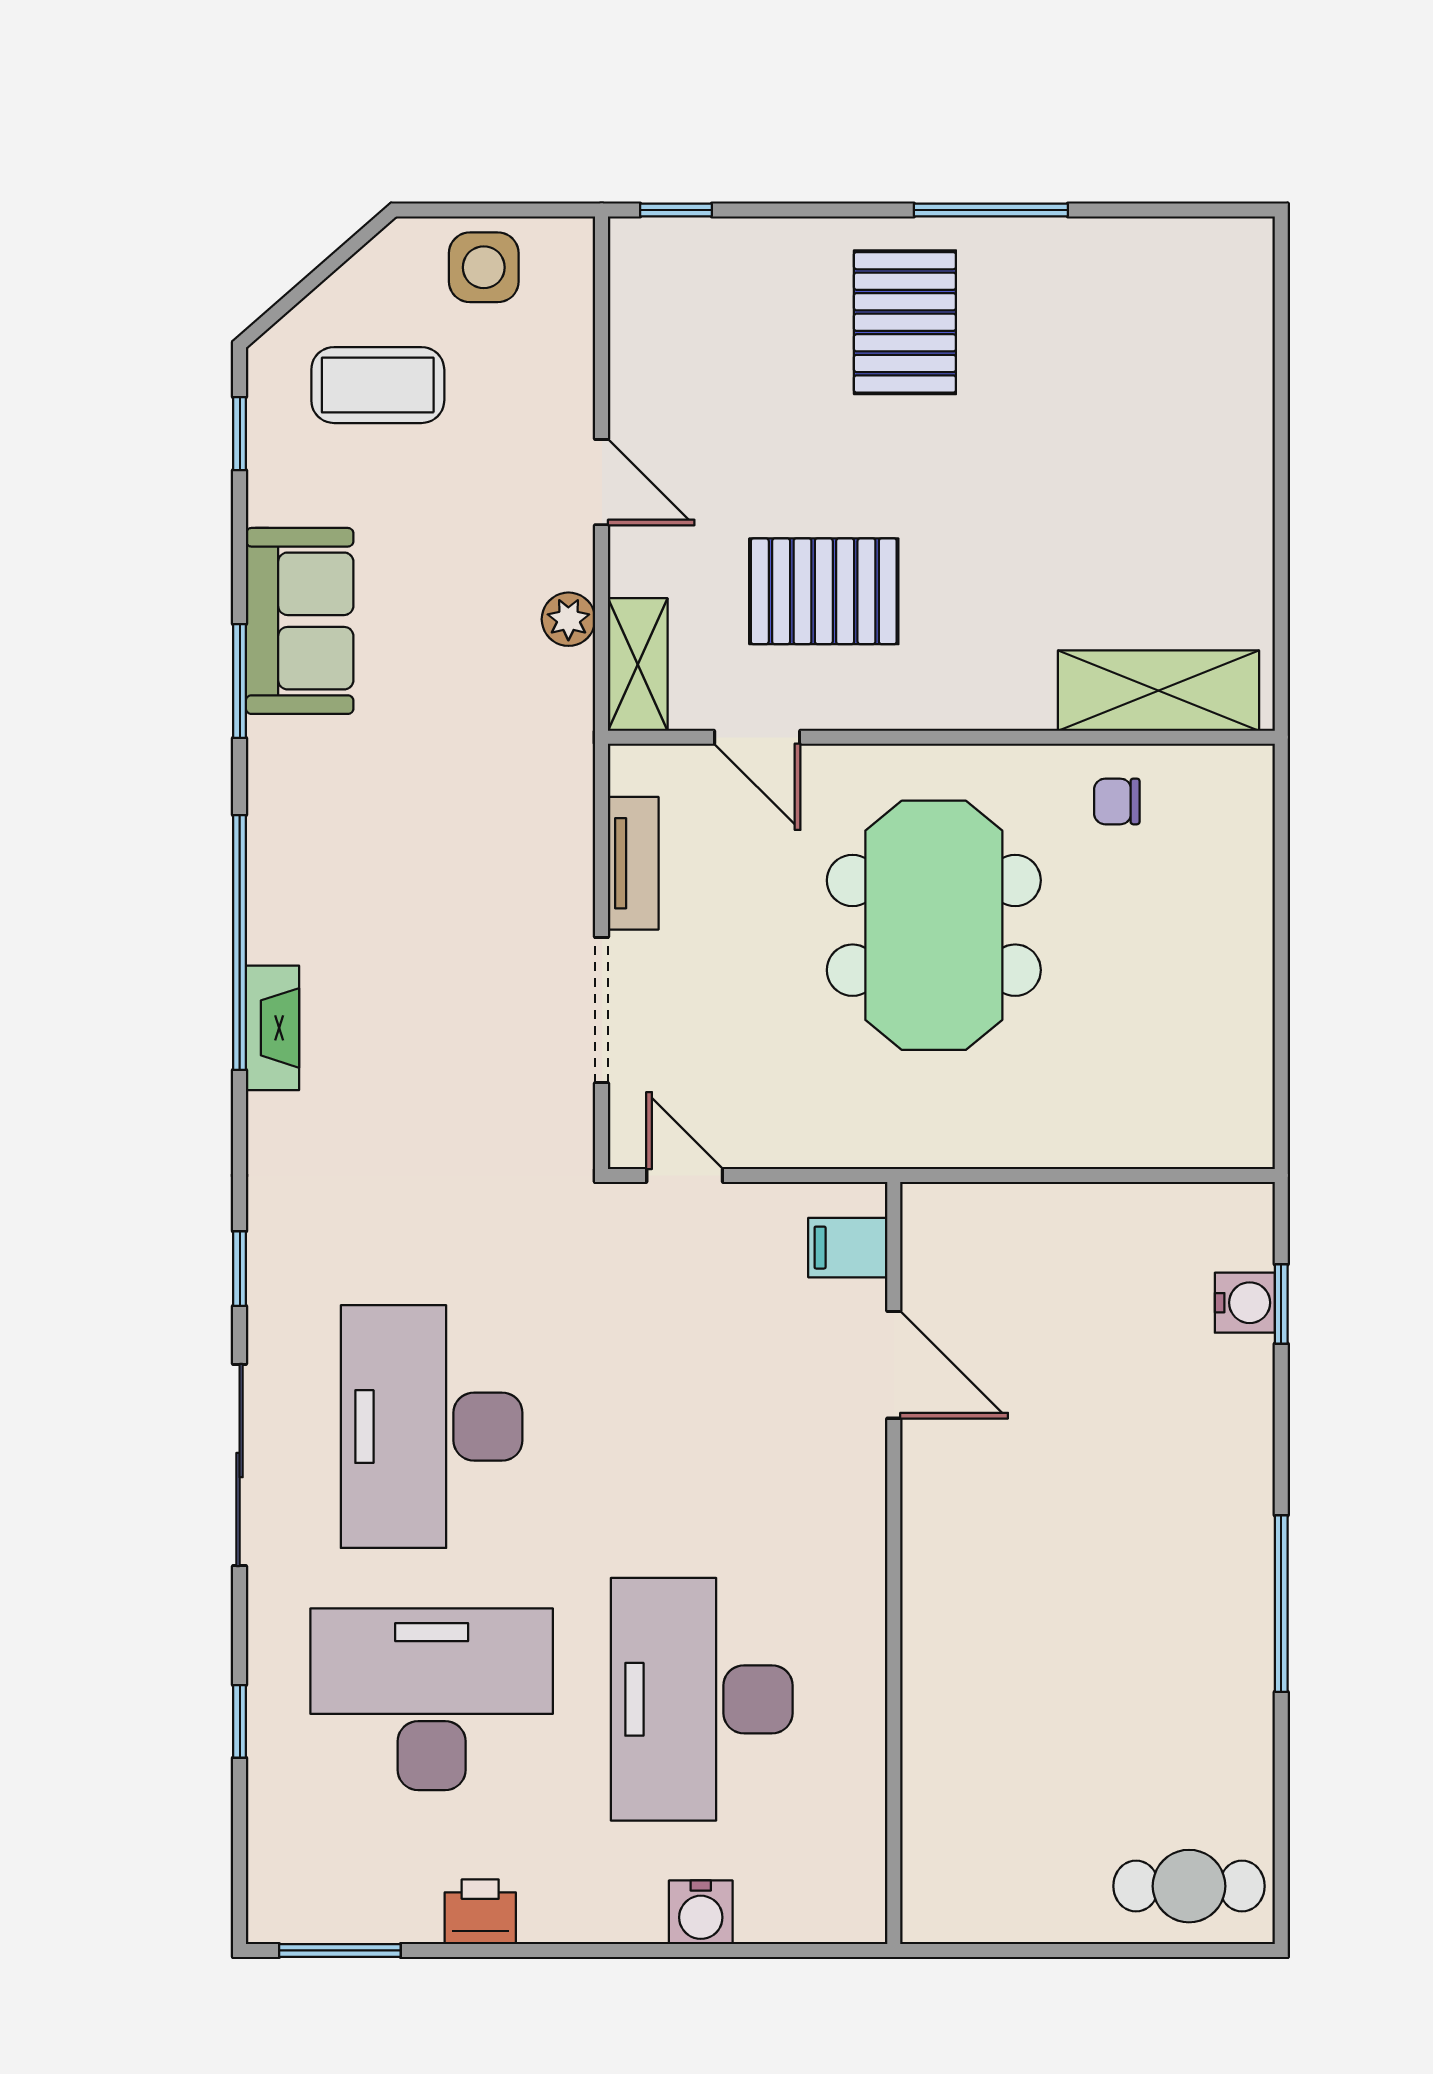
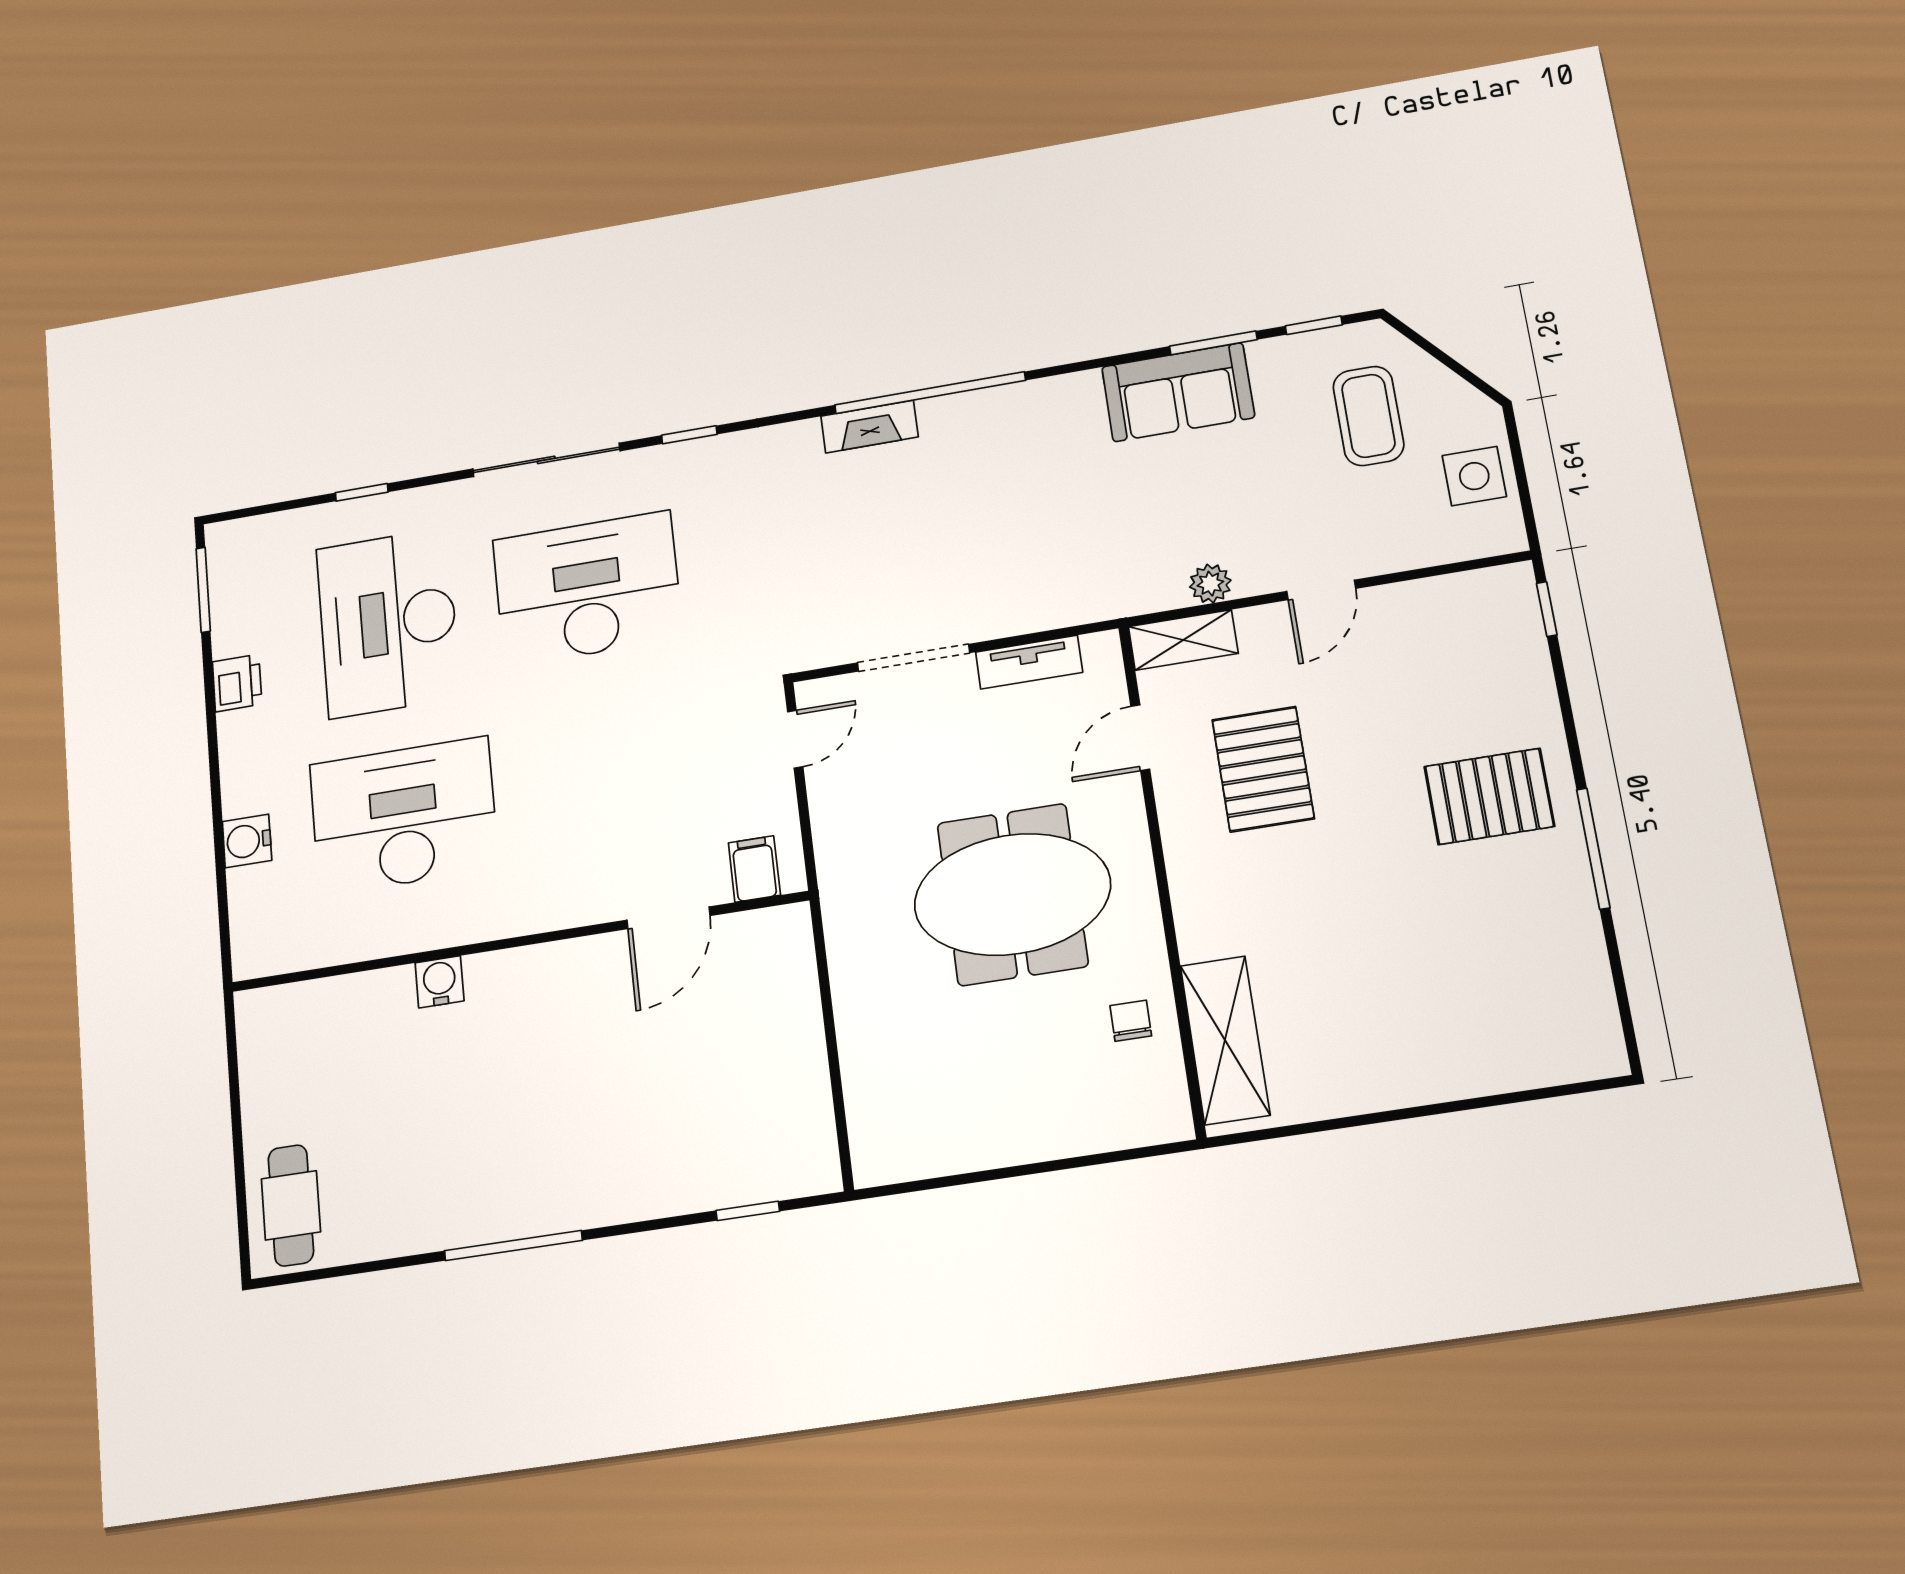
window: (240, 681) -> (1213, 343), moved
water cooler: (1245, 1303) -> (440, 982), moved, turned 180
desk: (432, 1699) -> (388, 623), turned 180

